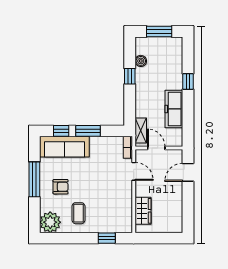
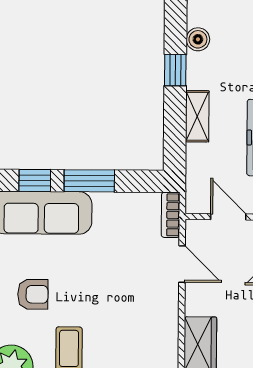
shelving: (141, 130) -> (197, 116), moved

